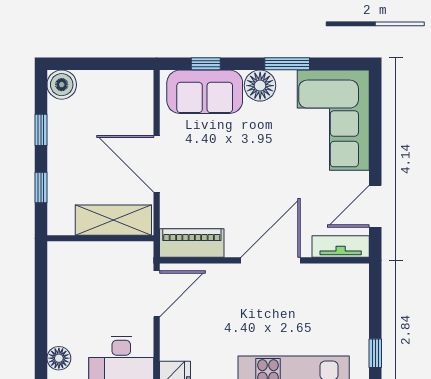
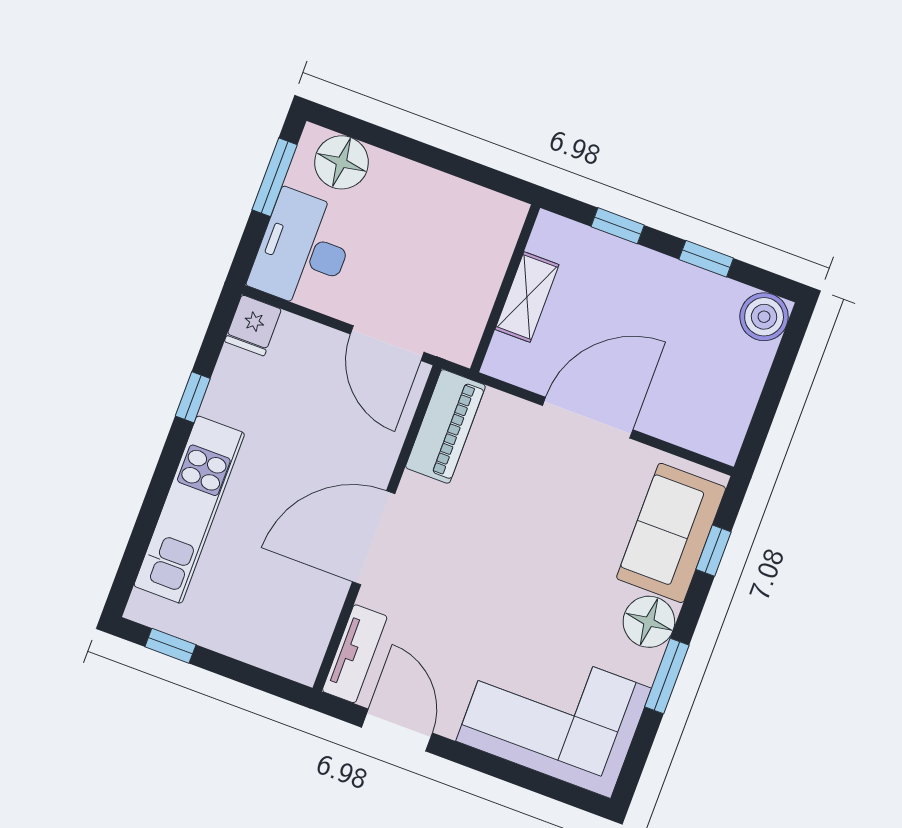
shelving: (113, 220) -> (527, 297), width x0.67, depth x0.75
door: (270, 260) -> (374, 538), swing flipped
floor lamp: (59, 358) -> (341, 162), width x1.38, depth x1.38

